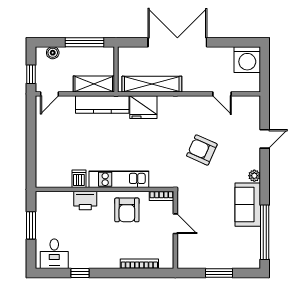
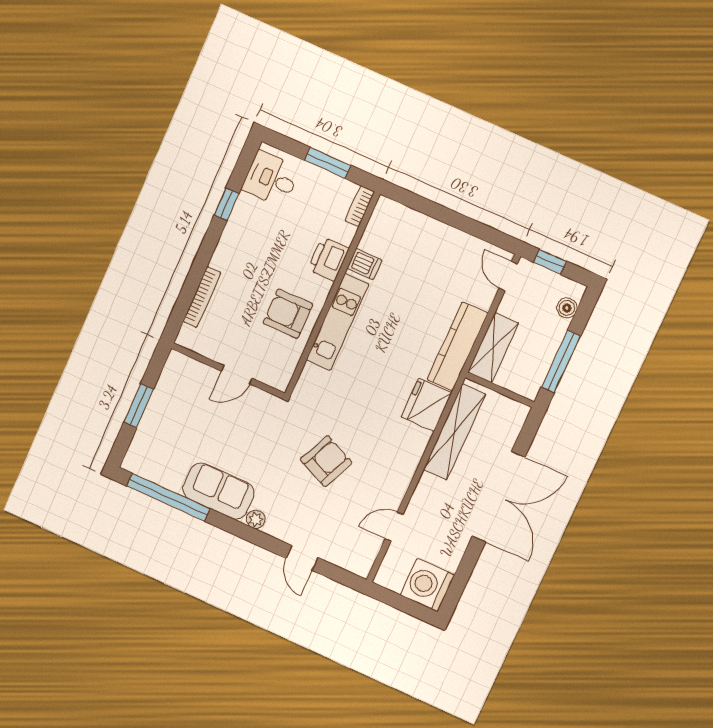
bookcase: (161, 196) -> (360, 206), moved

